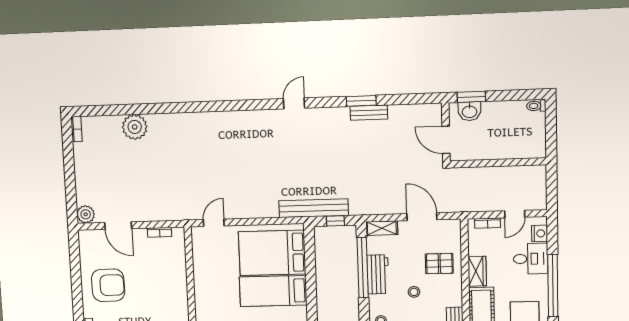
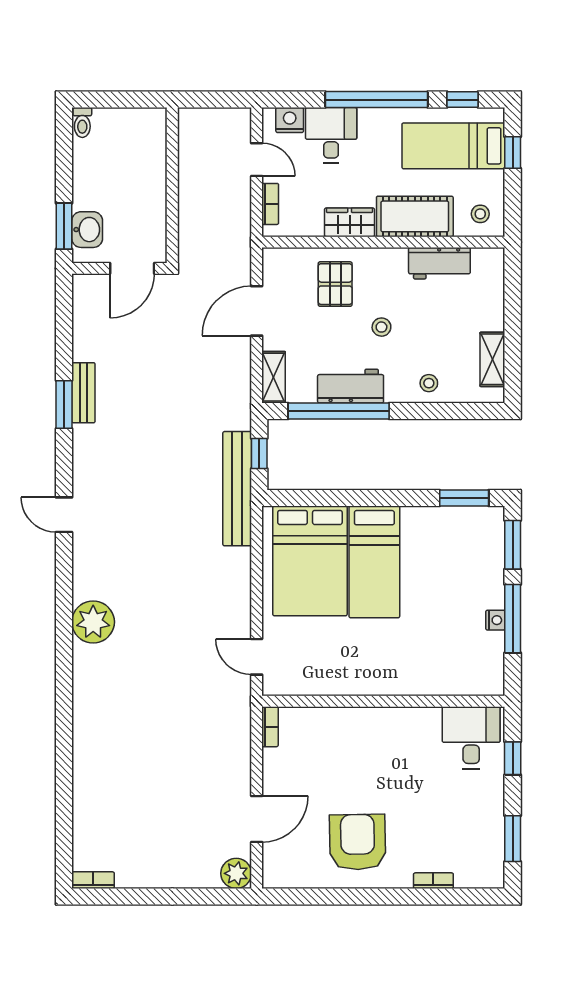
plant: (135, 127) -> (93, 622), moved
bookcase: (160, 232) -> (270, 727), moved

